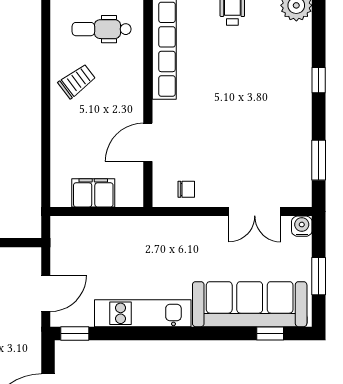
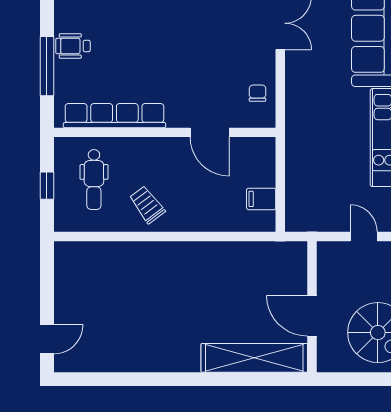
filing cabinet: (93, 193) -> (261, 199), width x0.50
door: (46, 293) -> (364, 236), width x0.73

